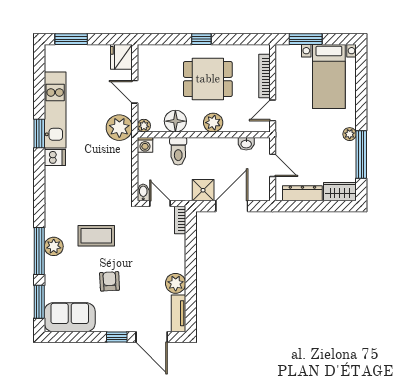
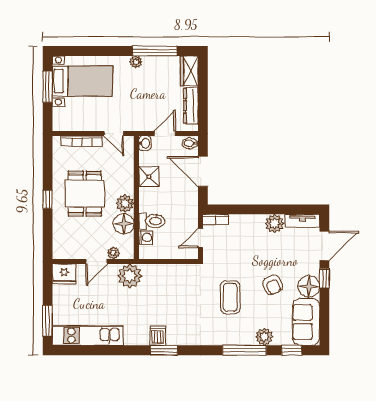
window: (306, 39) -> (48, 87), moved
kitchen unit: (55, 110) -> (88, 336), moved
plant: (213, 123) -> (125, 203), moved
plant: (144, 126) -> (113, 253), moved
window: (39, 133) -> (164, 350), moved
washbasin: (246, 144) -> (145, 143), moved
washing machine: (145, 145) -> (146, 237), moved
shower: (203, 190) -> (149, 177), moved
bidet: (143, 192) -> (190, 143), moved
plant: (54, 246) -> (264, 337), moved
armchair: (110, 281) -> (273, 285), turned -110
window: (39, 302) -> (292, 350), width x0.67
floor lamp: (108, 320) -> (309, 286), added

